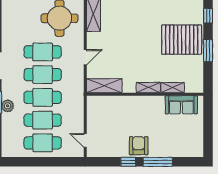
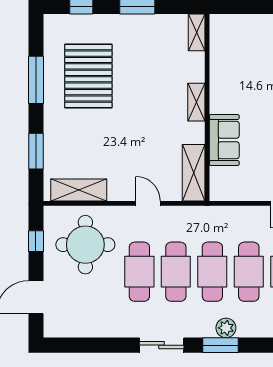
pallet: (182, 40) -> (88, 76), moved
shelving: (173, 88) -> (197, 32), moved
sofa: (181, 105) -> (224, 140), moved

